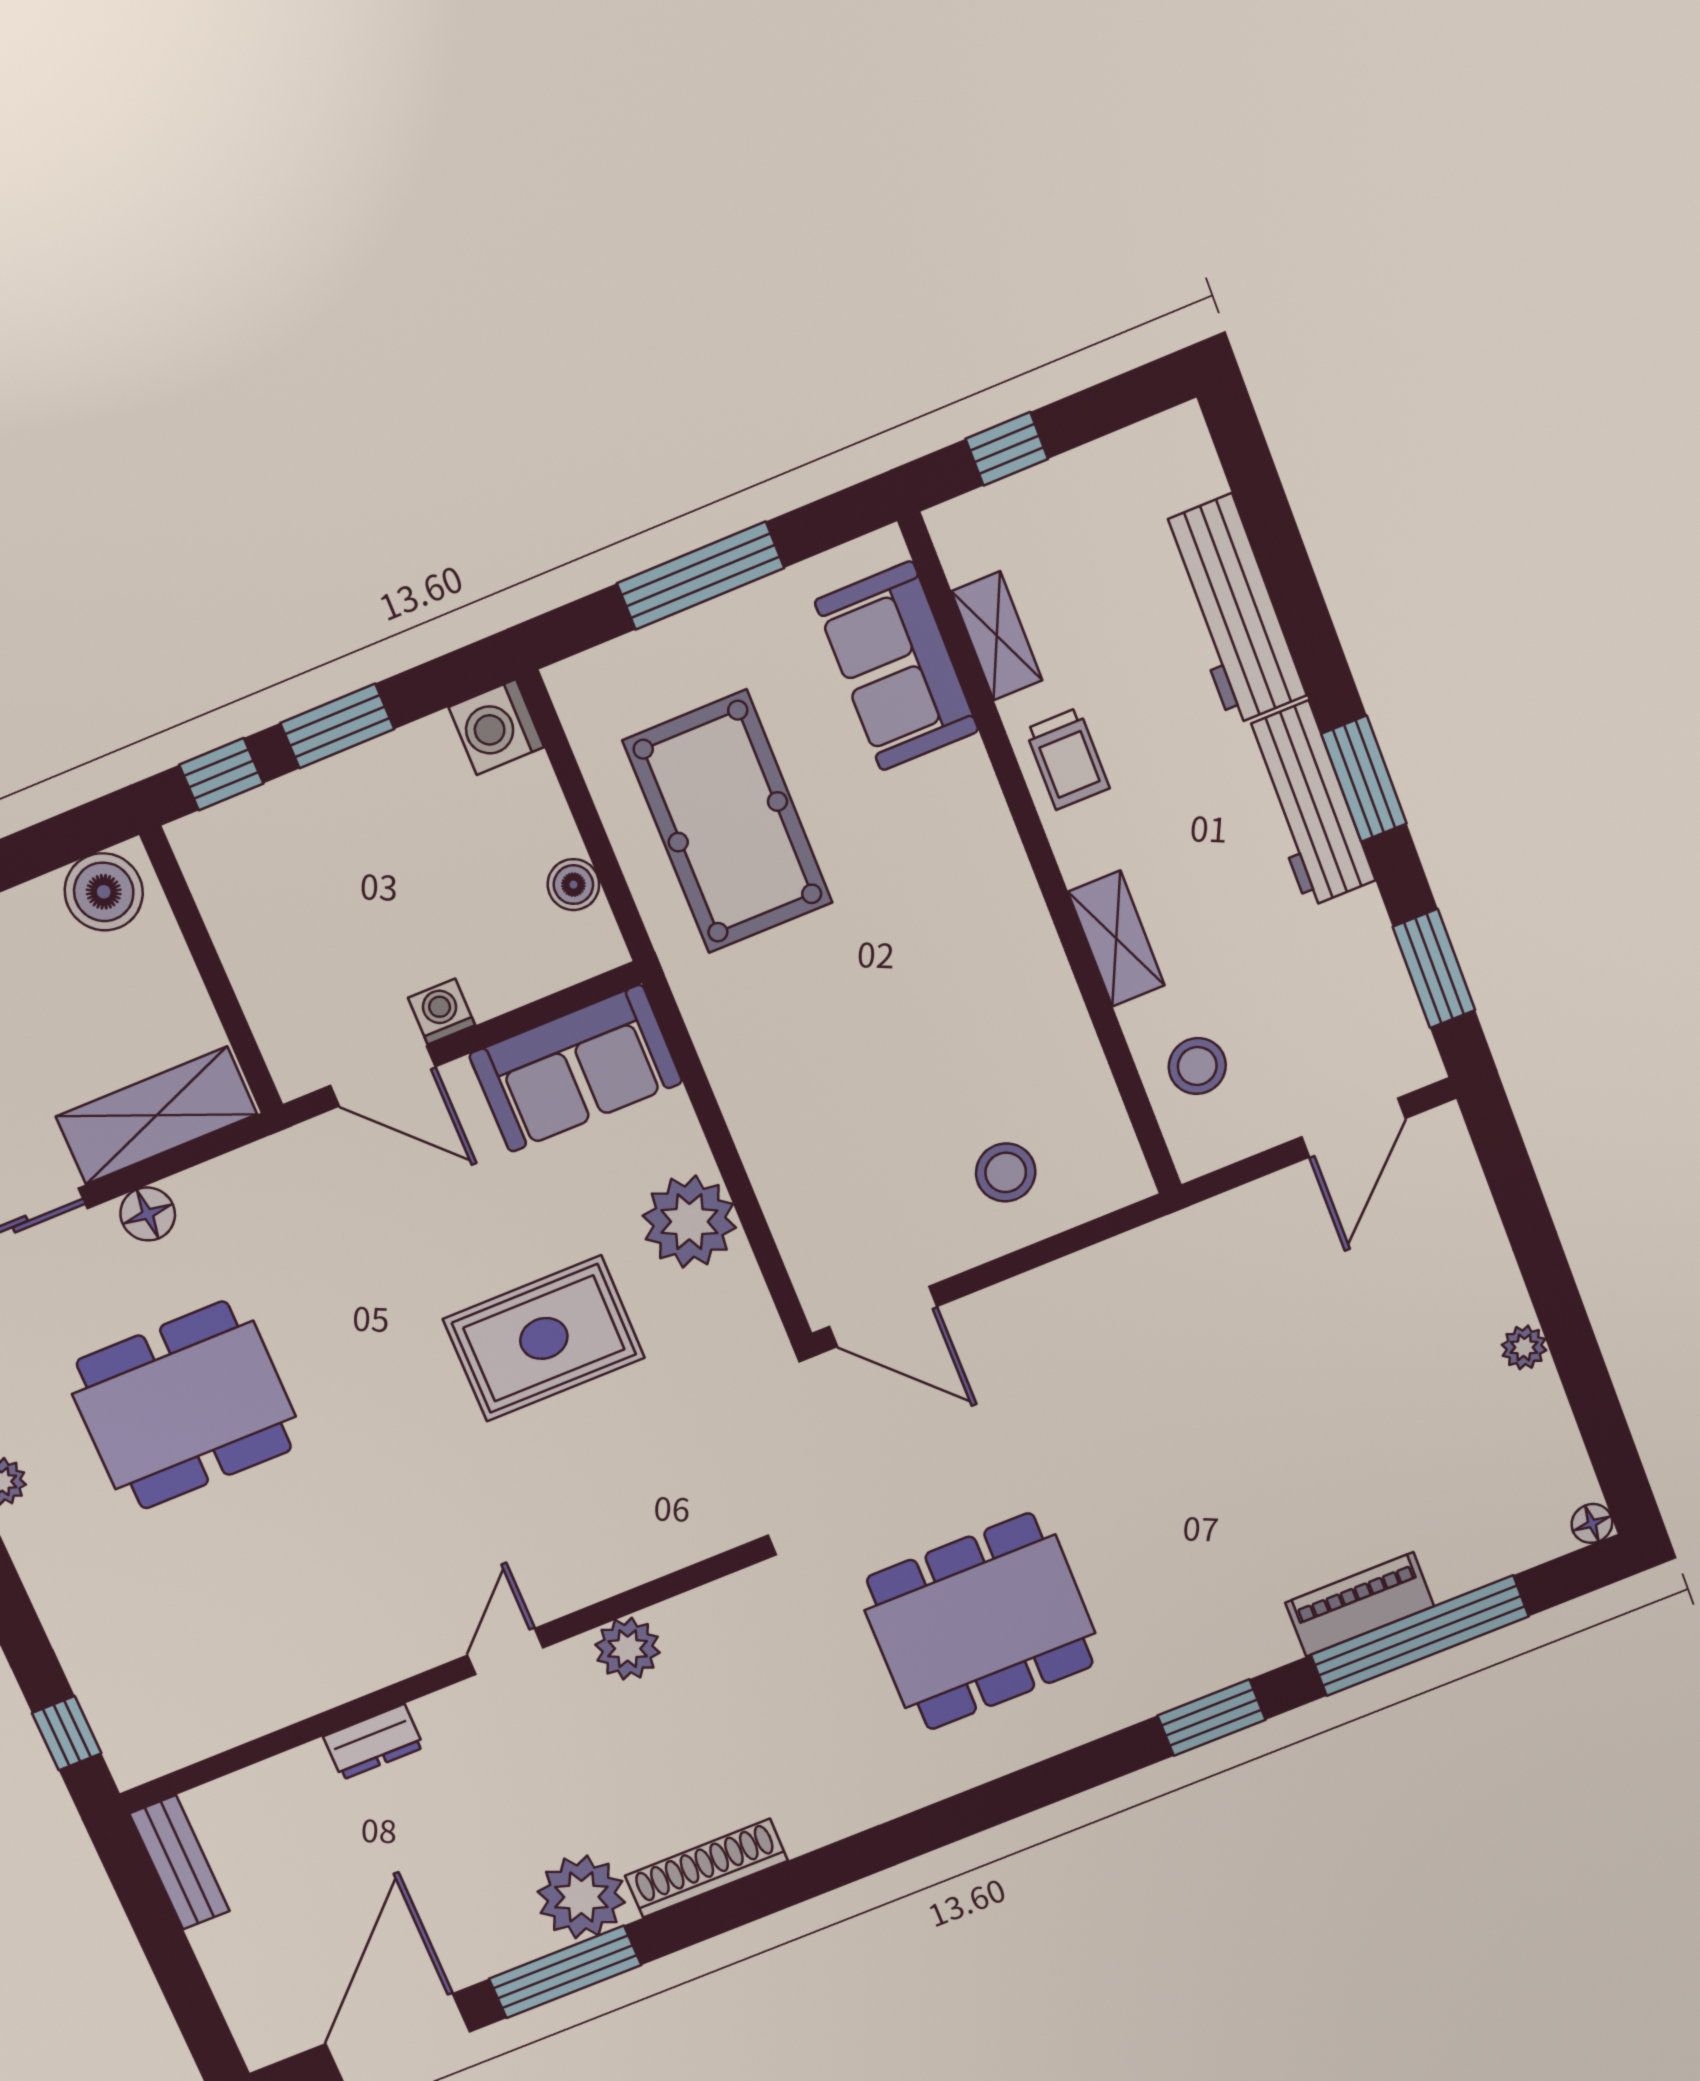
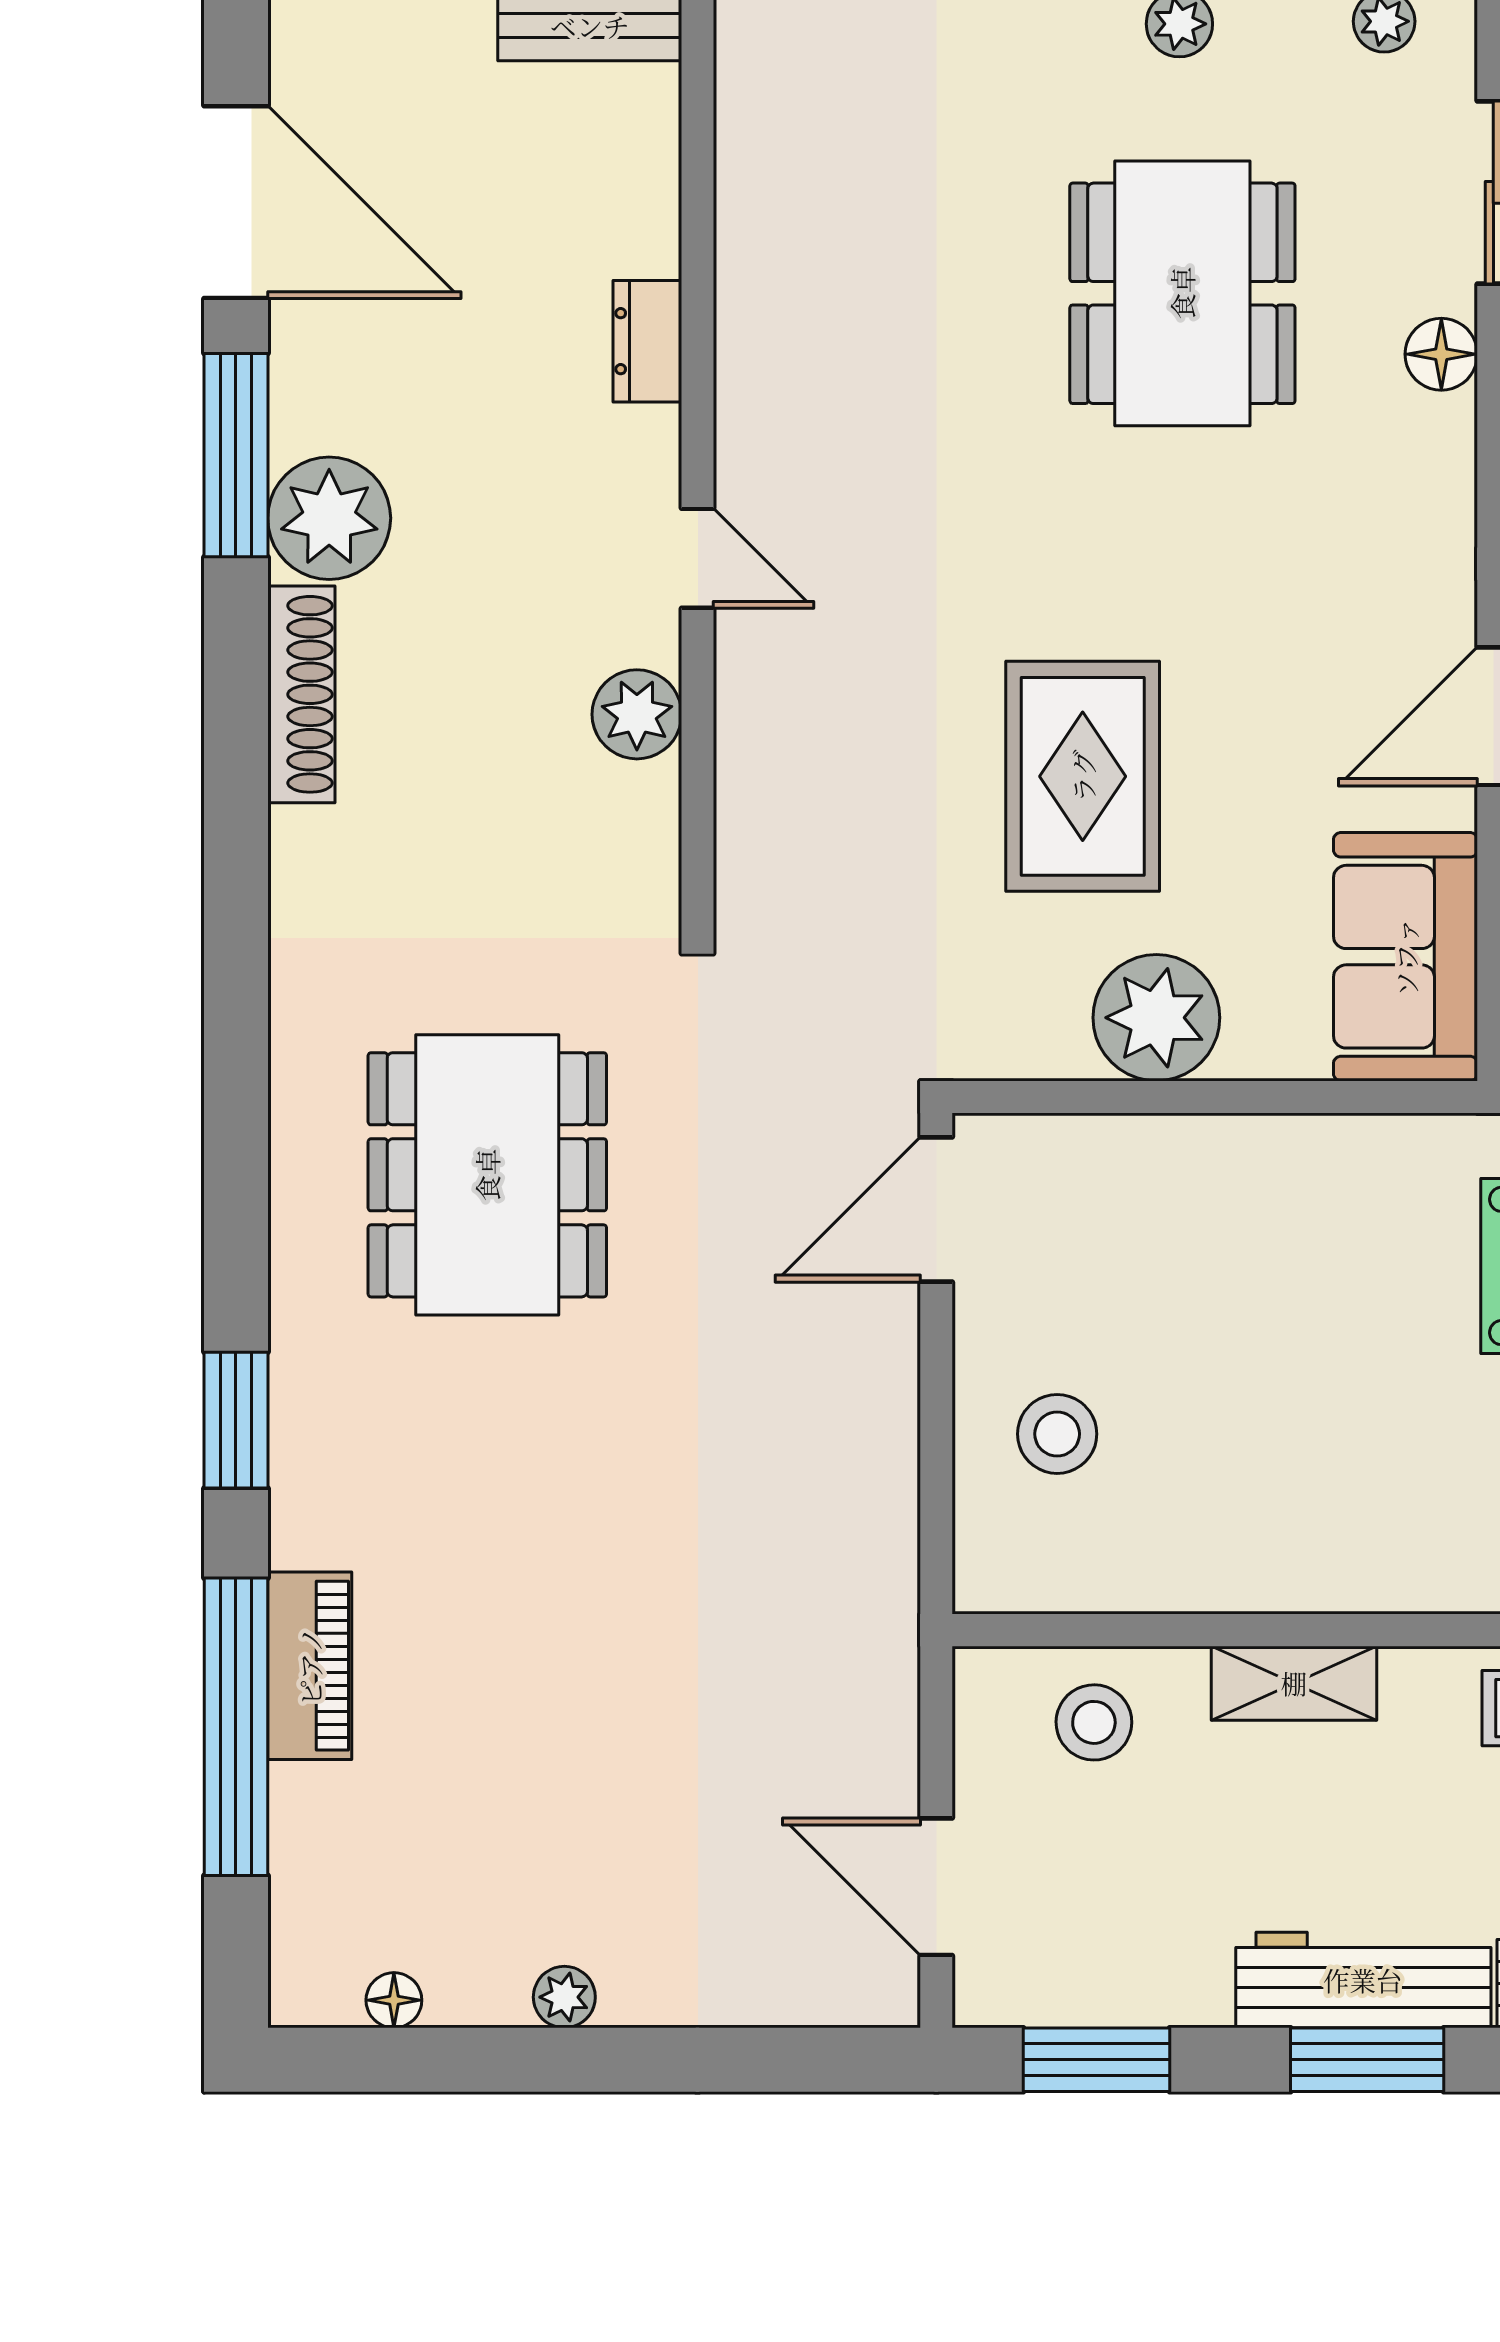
floor lamp: (1592, 1523) -> (394, 2000), moved

